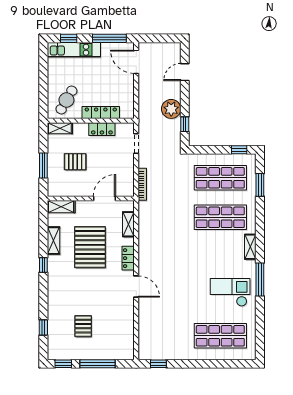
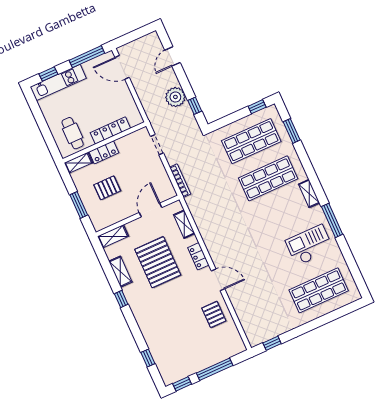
cafe table: (66, 100) -> (73, 133), turned -30
locker: (102, 129) -> (104, 152), moved
pallet: (83, 326) -> (214, 314), moved

